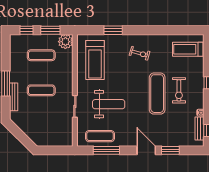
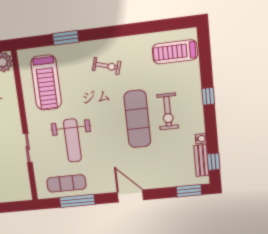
weight bench: (109, 104) -> (72, 140), turned 90
window: (170, 150) -> (189, 191), moved

